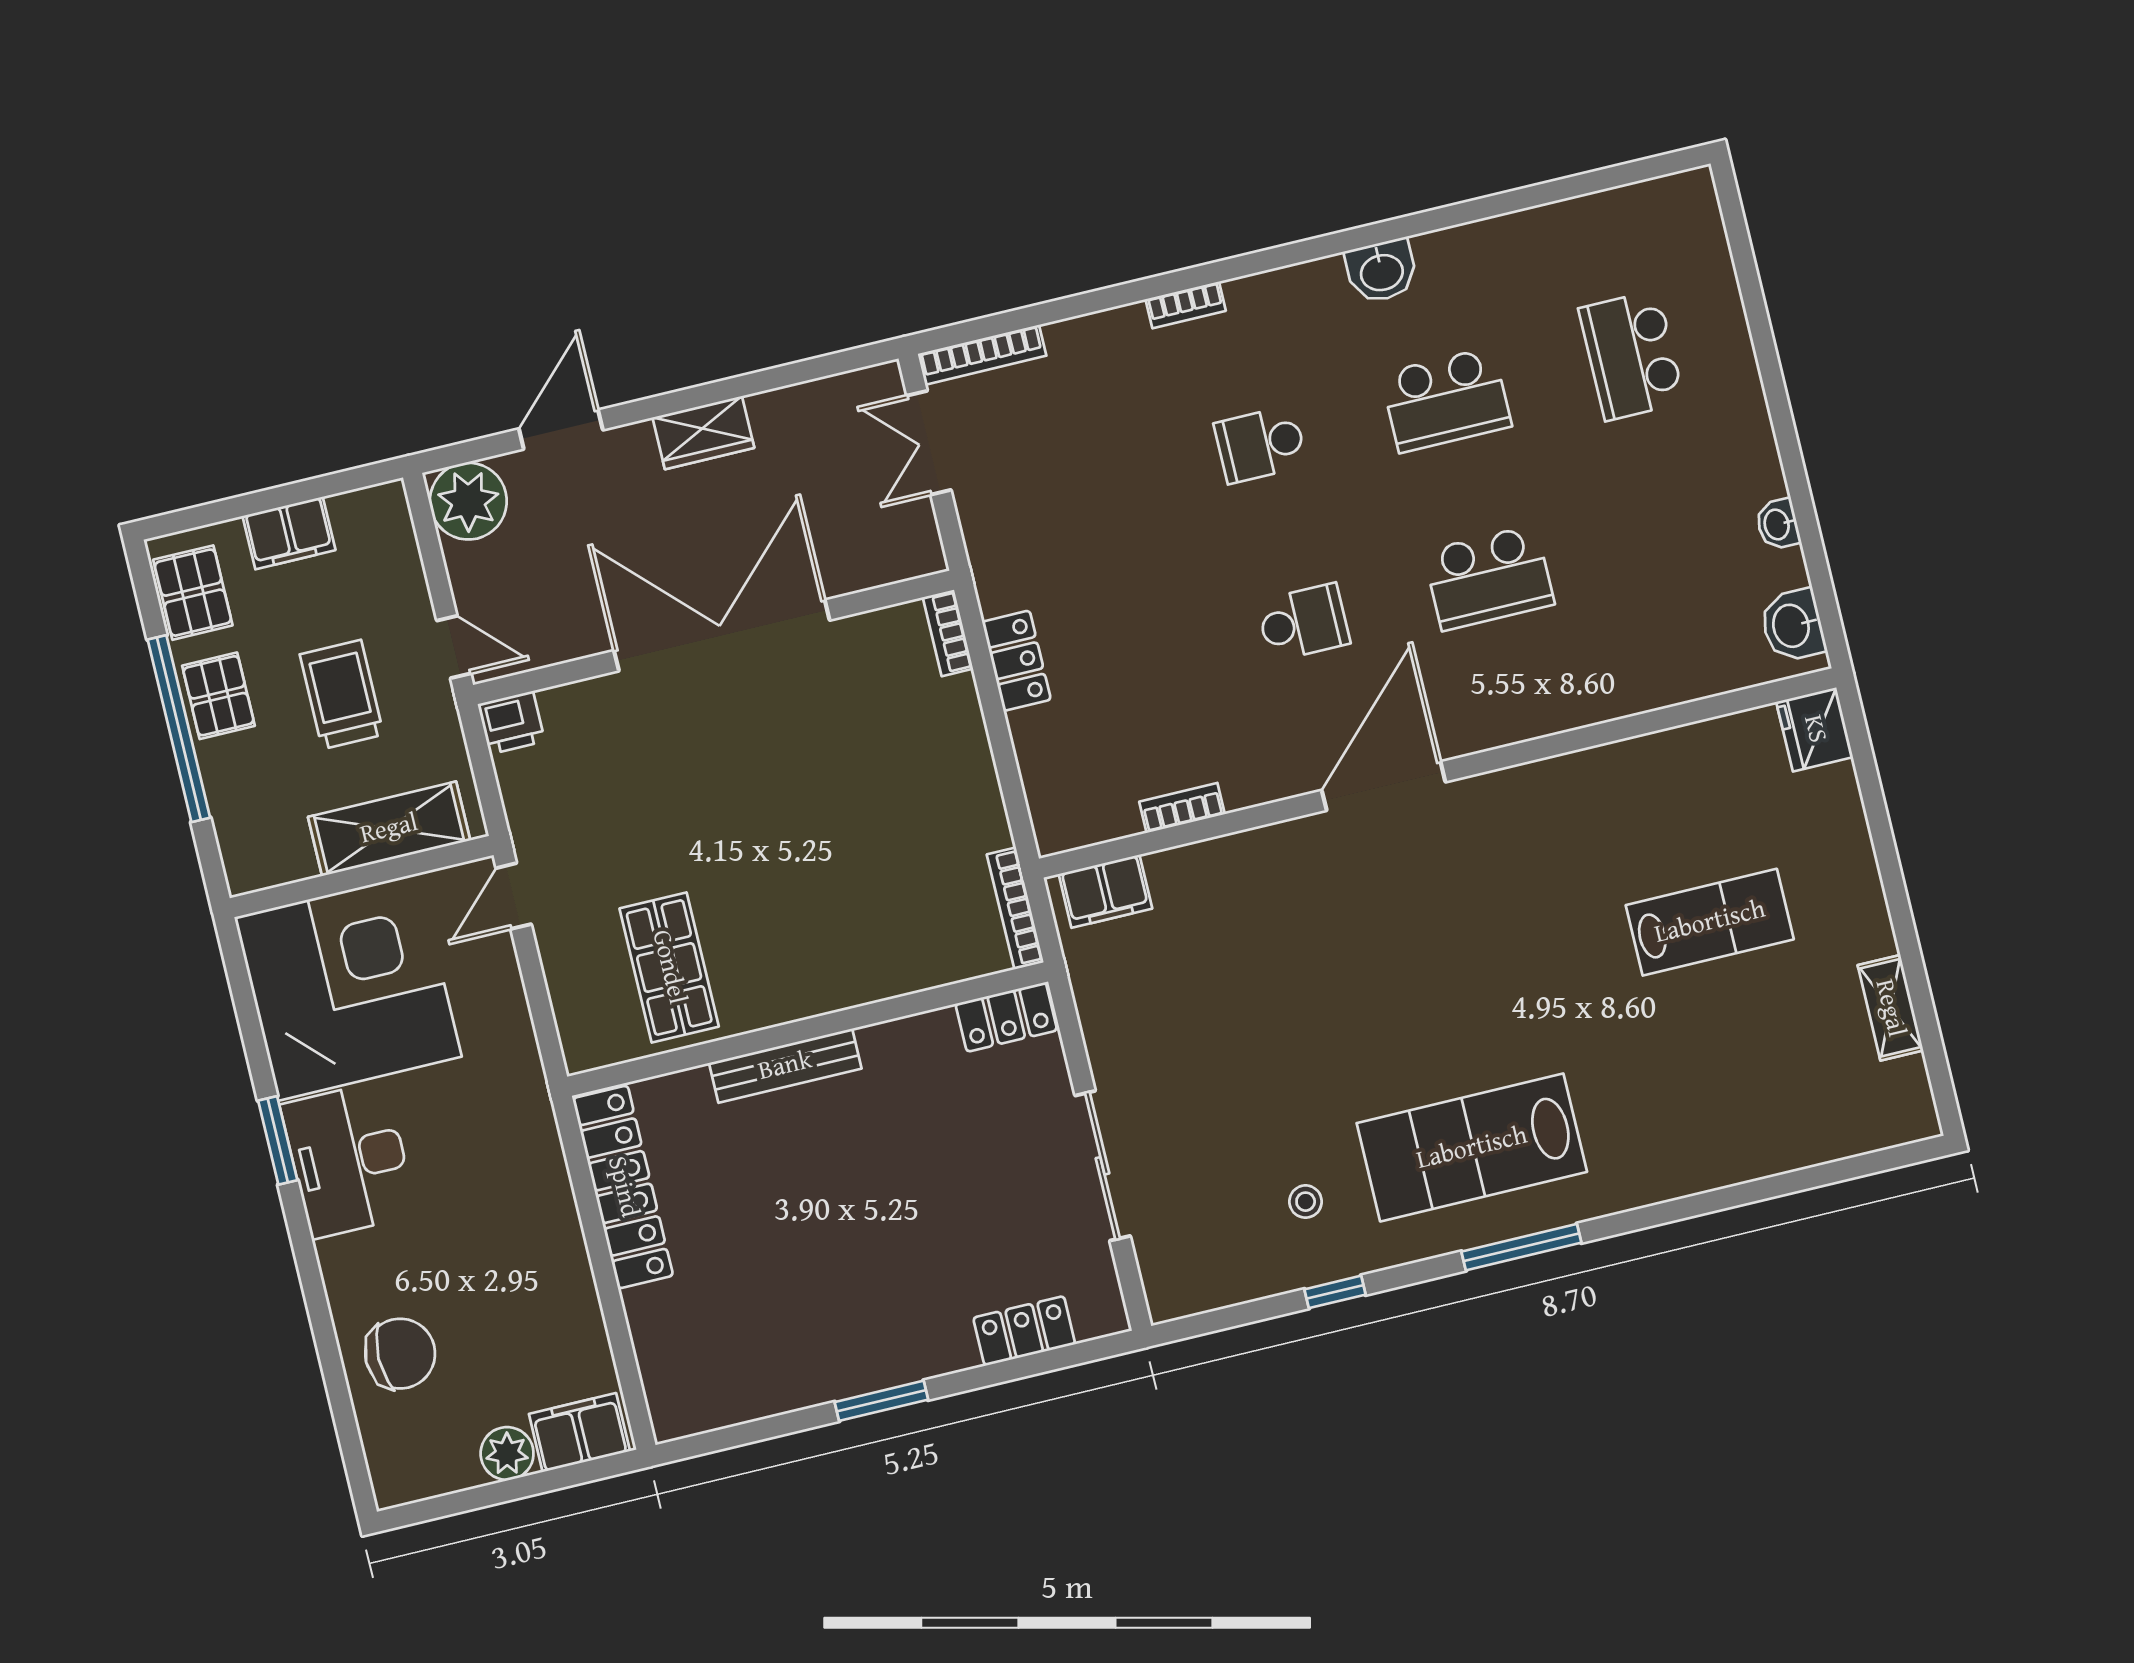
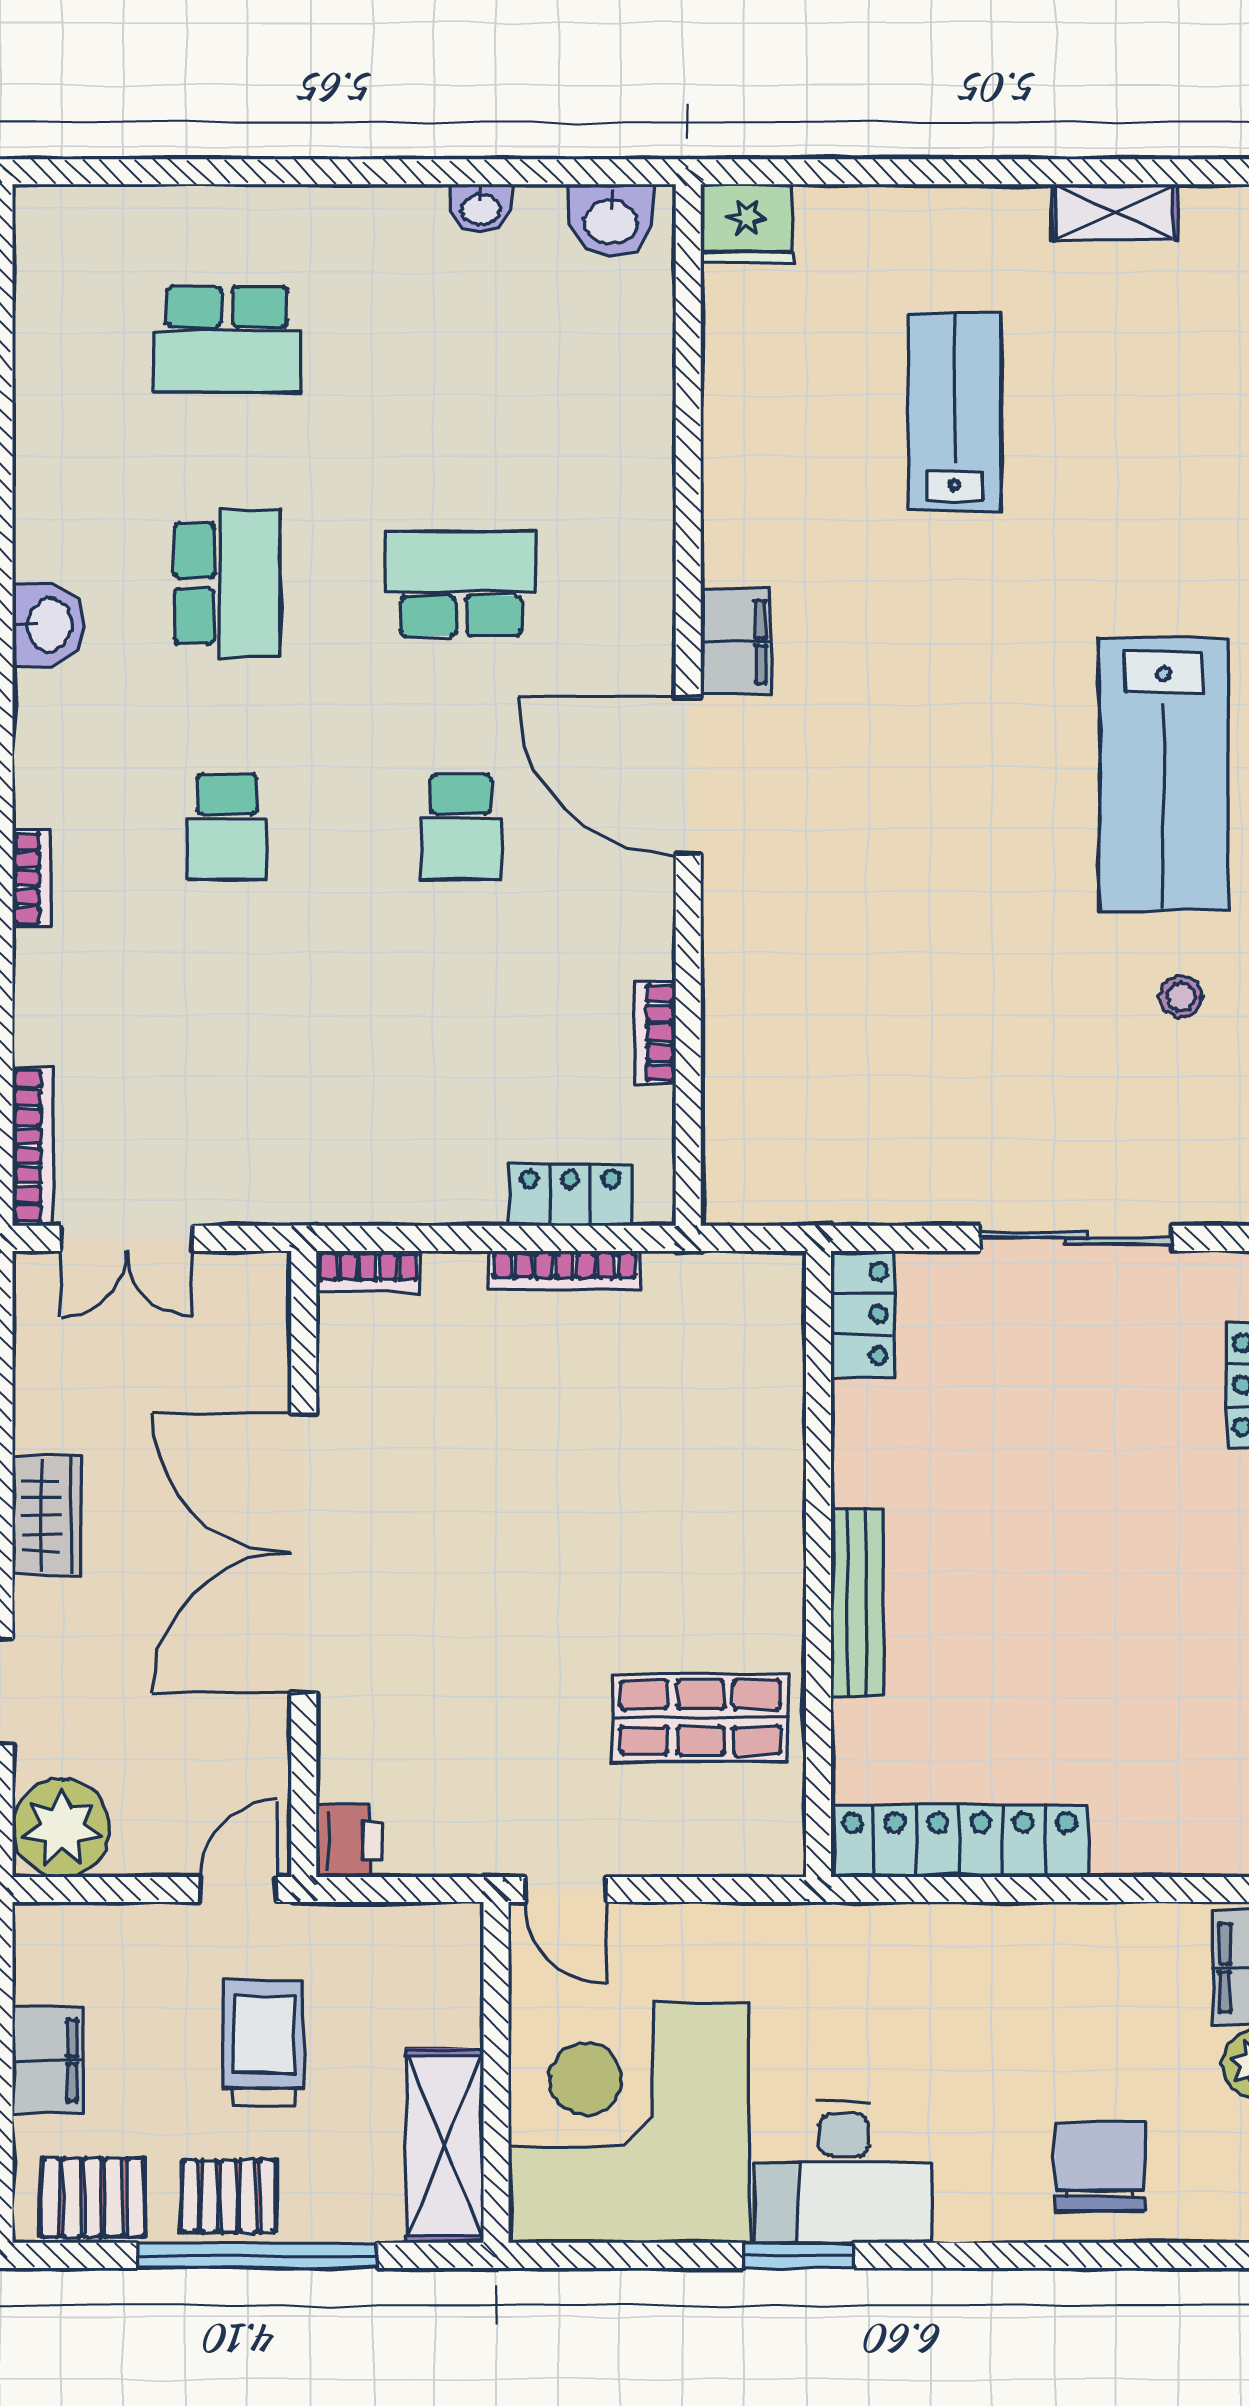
school desk: (1489, 578) -> (461, 583), turned -90
school desk: (1303, 622) -> (461, 827), turned 180
locker: (1016, 661) -> (570, 1195), moved
trolley: (342, 694) -> (264, 2043), turned 90
shelving: (389, 829) -> (445, 2146), moved
filing cabinet: (1105, 891) -> (736, 642), moved
bookcase: (1015, 908) -> (565, 1270), moved

